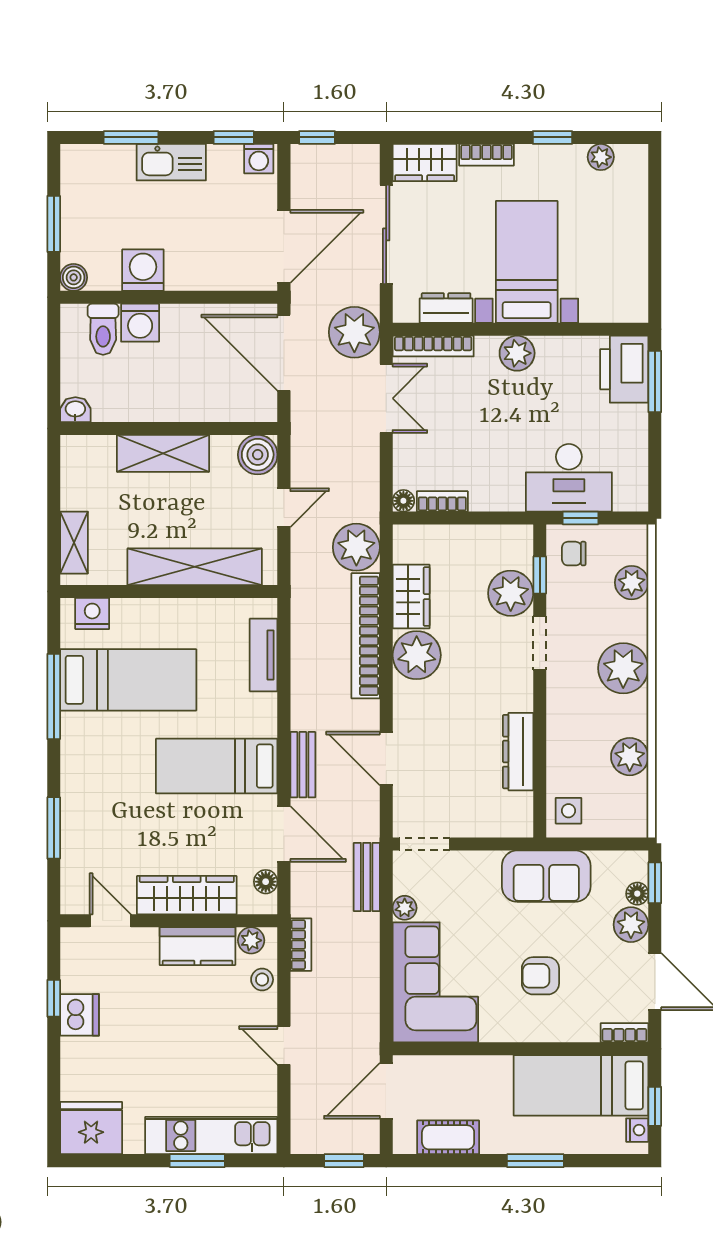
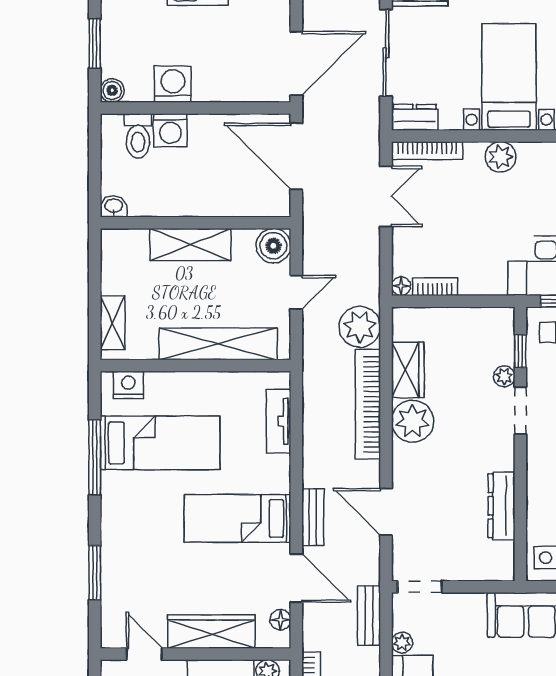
dresser: (446, 308) -> (415, 117), moved
plant: (354, 332) -> (358, 138), removed
plant: (511, 593) -> (504, 376), width x0.53, depth x0.53

